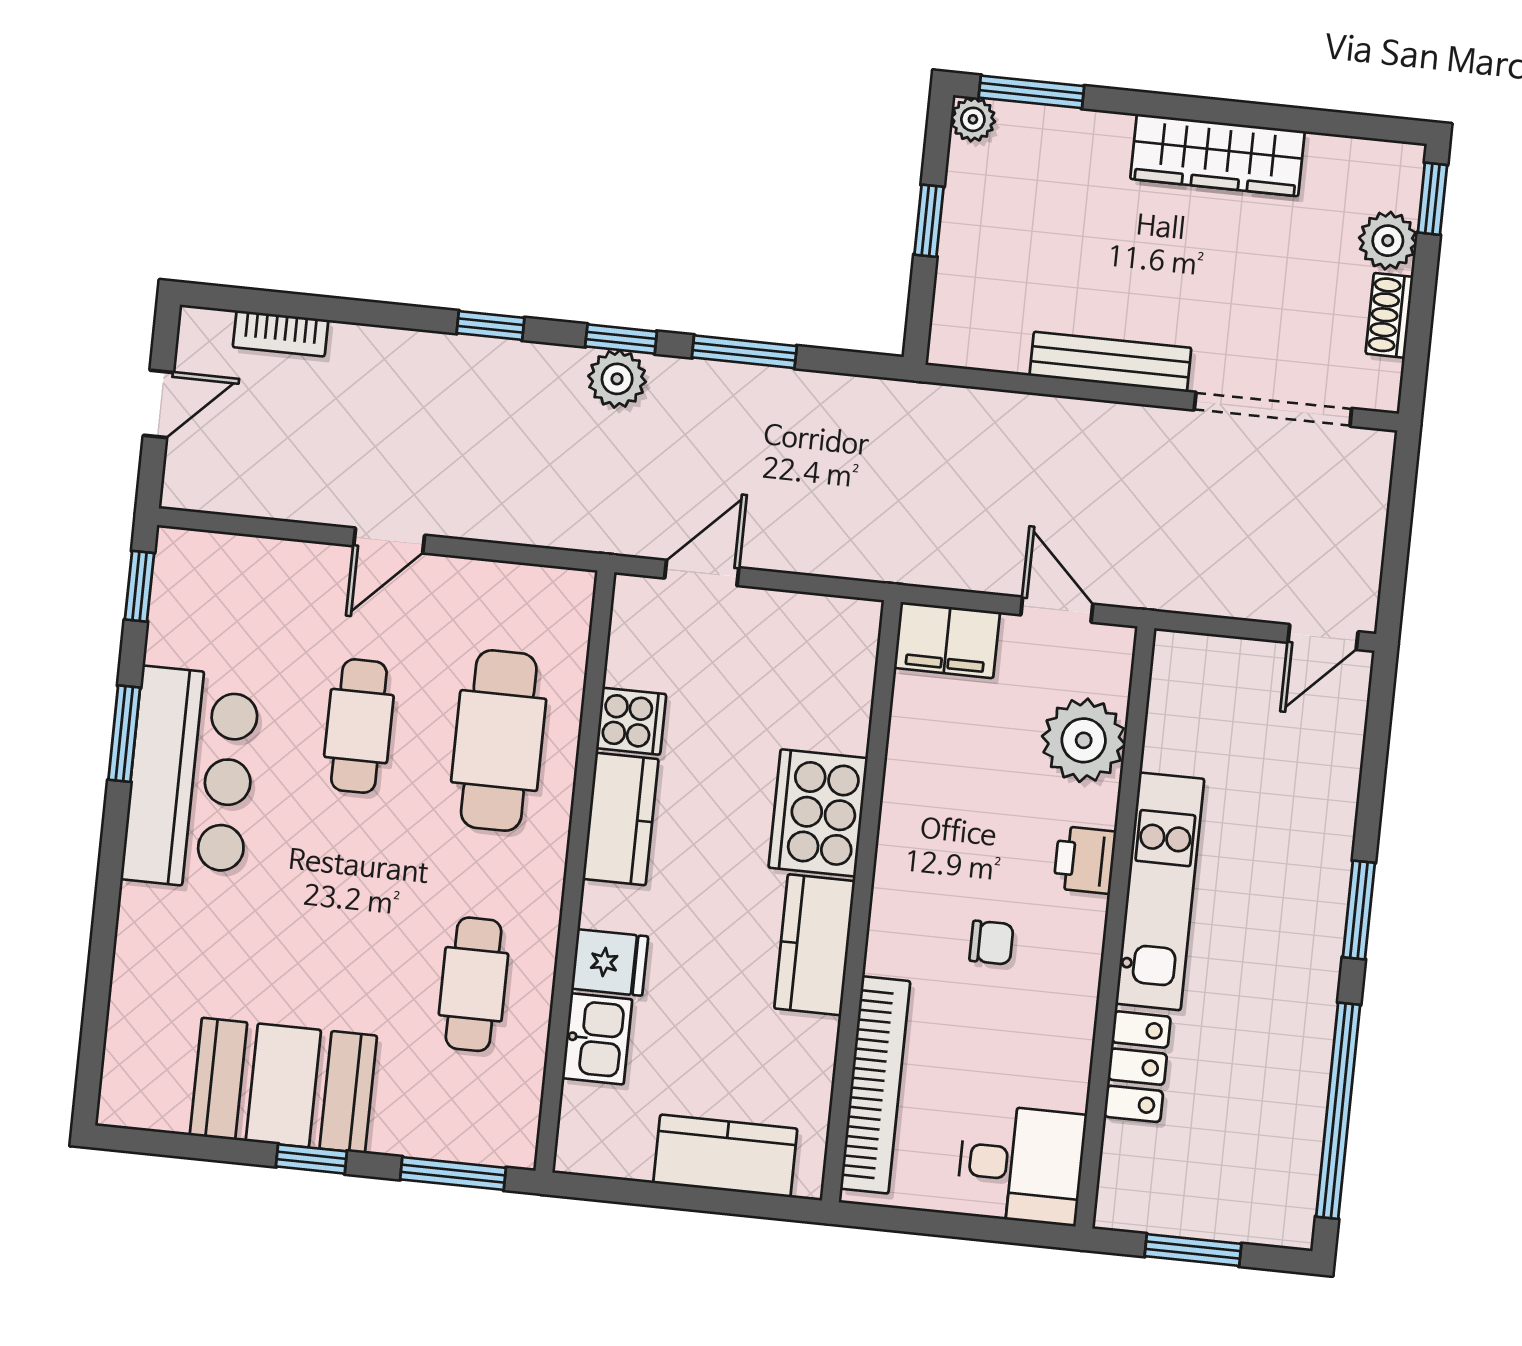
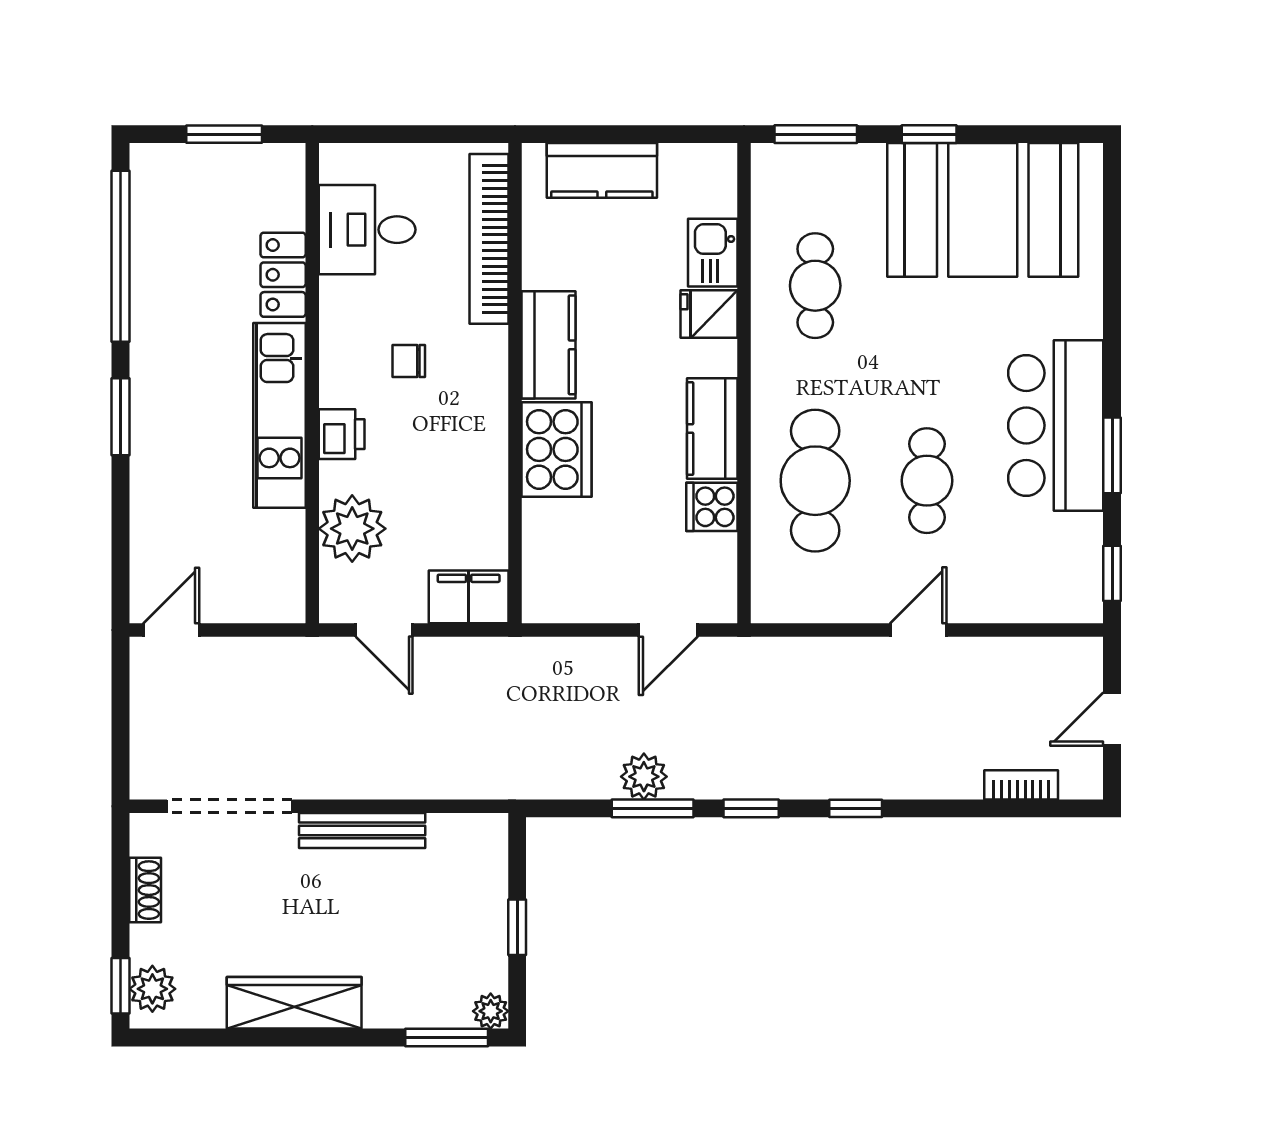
plant: (1388, 241) -> (152, 989), moved
plant: (617, 379) -> (644, 777), moved
booth: (283, 1085) -> (983, 210), width x1.36, depth x1.42
desk: (1021, 1165) -> (367, 230), moved

